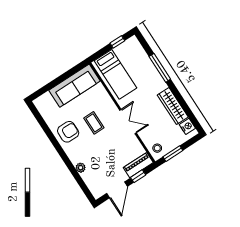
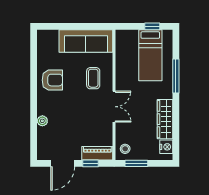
bed: (115, 74) -> (150, 55), moved
coffee table: (94, 123) -> (93, 78), moved

